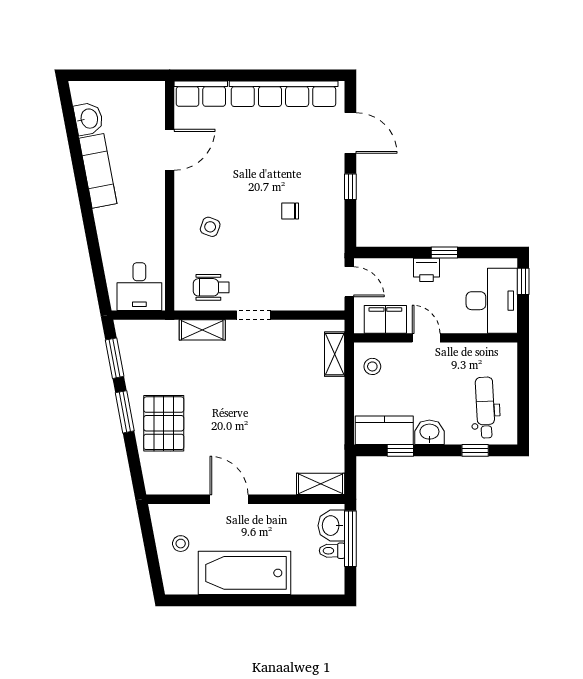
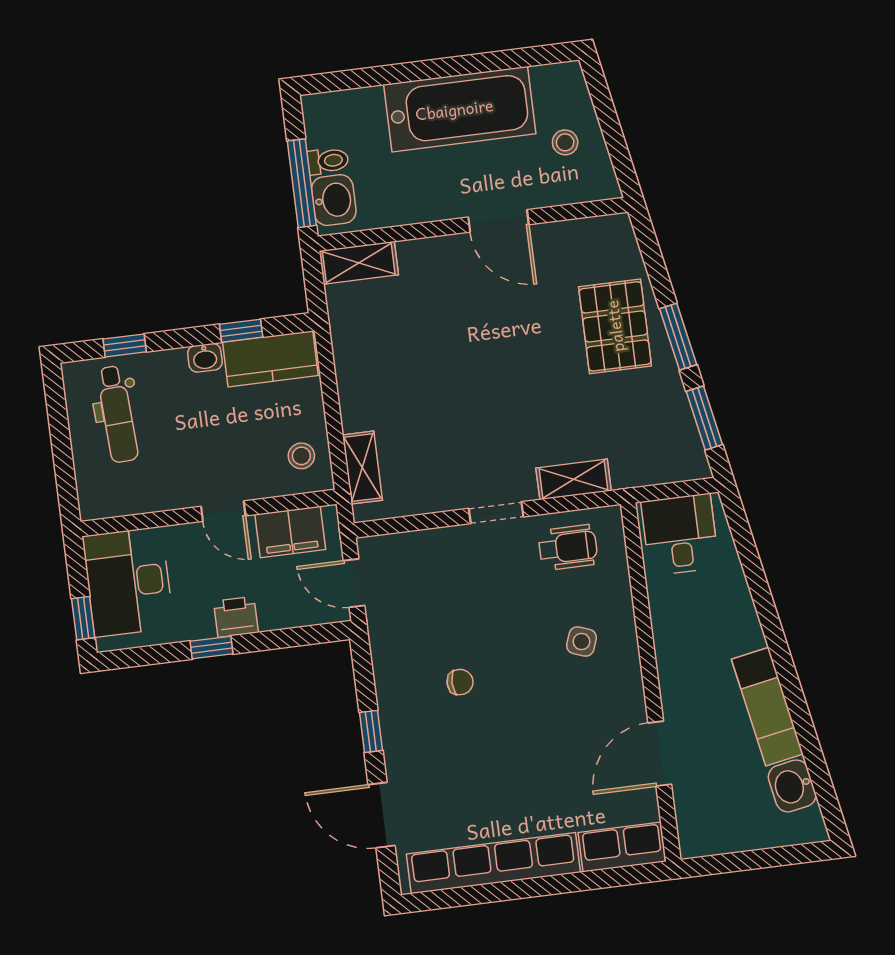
washbasin: (429, 432) -> (205, 358), width x0.72, depth x0.69

